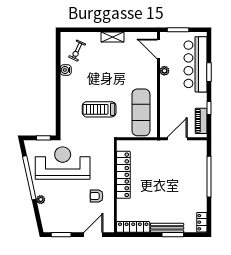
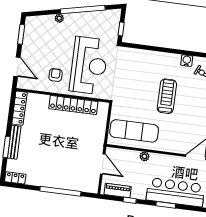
plant: (164, 71) -> (144, 156), moved
treadmill: (99, 109) -> (167, 96), moved
reception desk: (63, 163) -> (89, 65), moved

